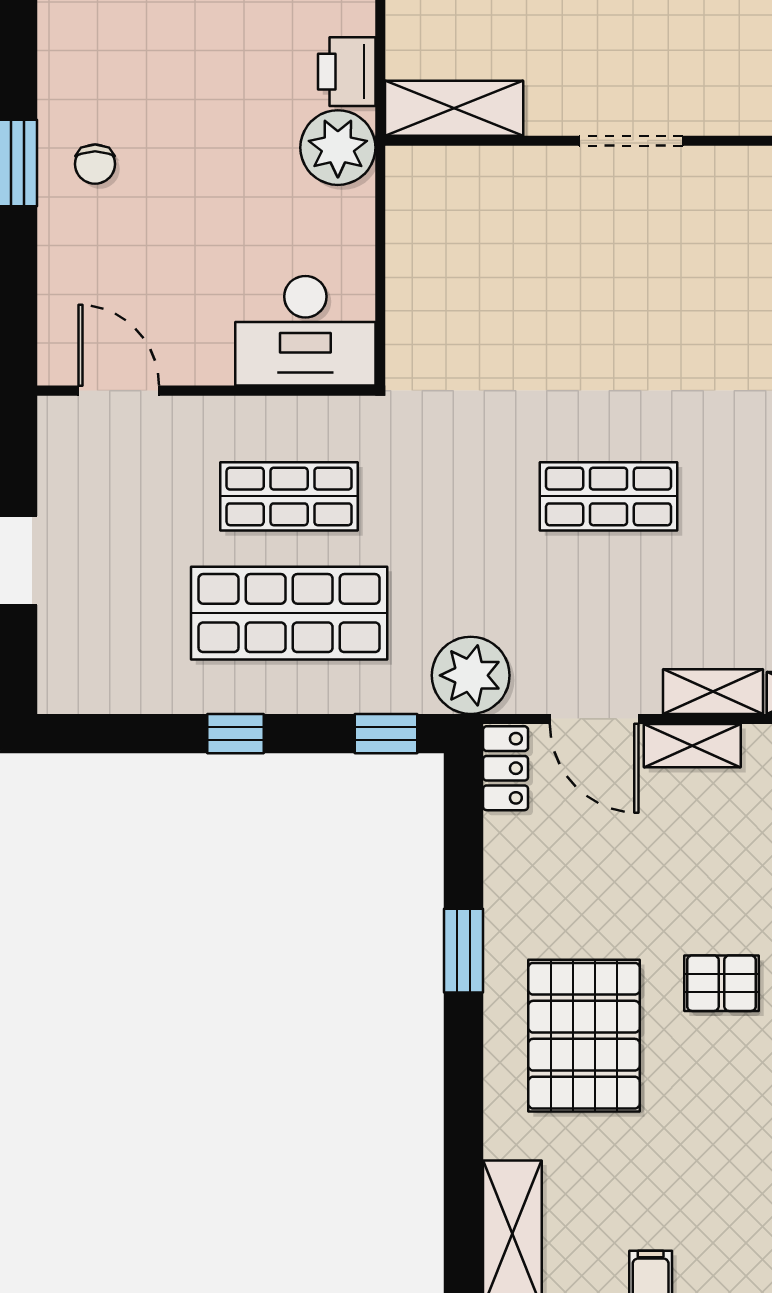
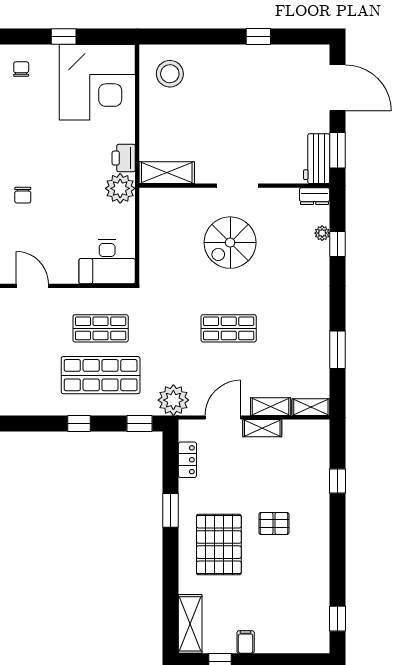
spiral stairs: (612, 282) -> (230, 243), added
door: (594, 719) -> (223, 418), swing flipped
locker: (506, 768) -> (187, 460), moved

